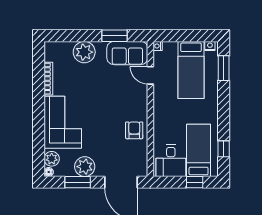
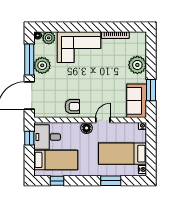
window: (224, 68) -> (111, 181), moved
door: (150, 75) -> (103, 120), moved
floor lamp: (160, 113) -> (87, 128), added
window: (78, 182) -> (29, 60), width x1.44
window: (195, 182) -> (29, 138), moved

